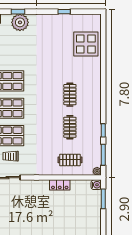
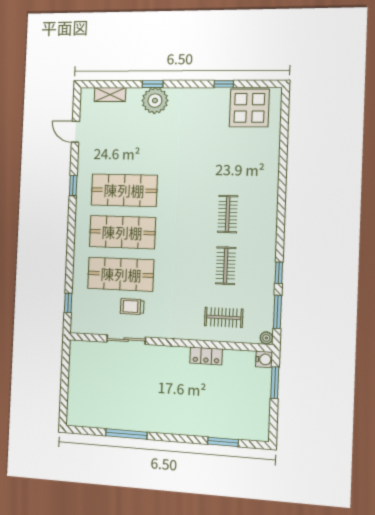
display table: (86, 44) -> (249, 108), moved

